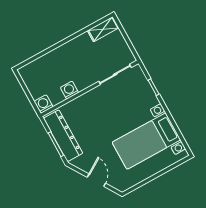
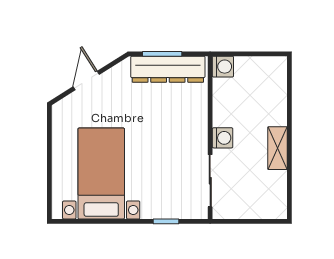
shelving: (103, 29) -> (277, 148), moved
washing machine: (69, 90) -> (223, 138), moved
door: (96, 180) -> (86, 81), swing flipped

